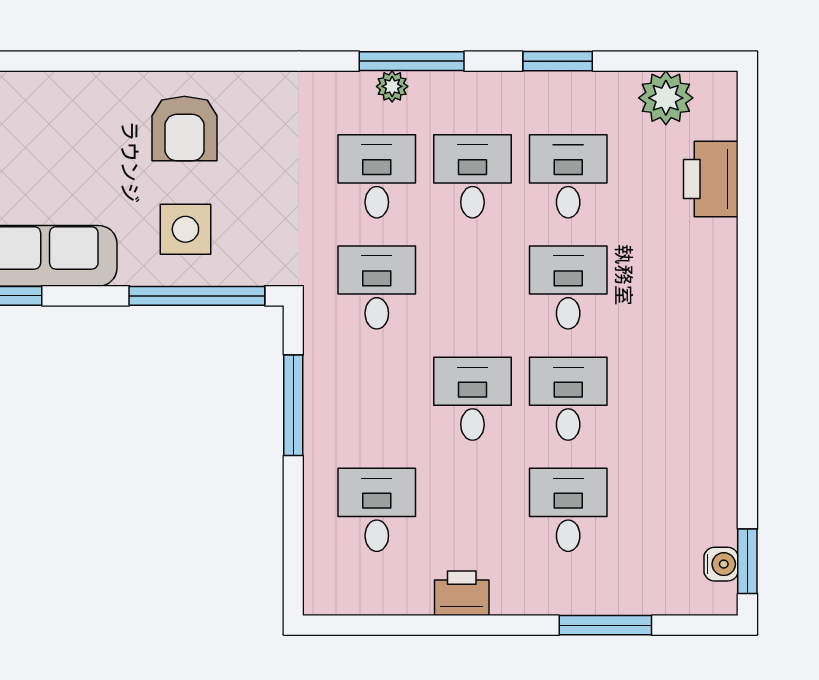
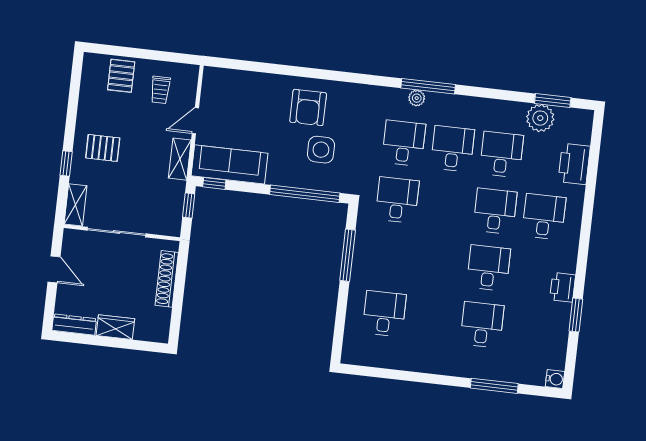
window: (558, 61) -> (553, 100), moved
plant: (666, 98) -> (540, 118), moved
side table: (185, 229) -> (321, 150), moved
desk: (472, 399) -> (544, 217), moved
window: (747, 561) -> (576, 315), moved
water cooler: (721, 564) -> (555, 379), moved
printer: (462, 593) -> (563, 287), moved, turned -90

